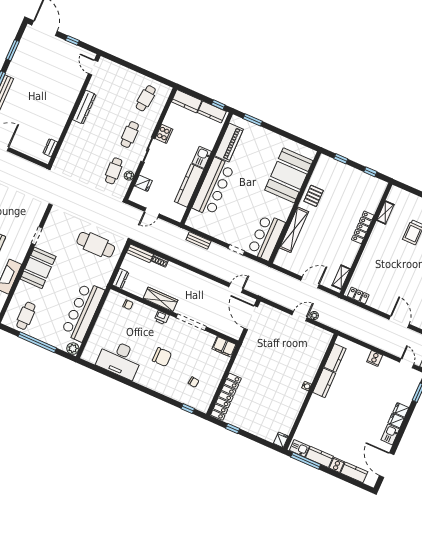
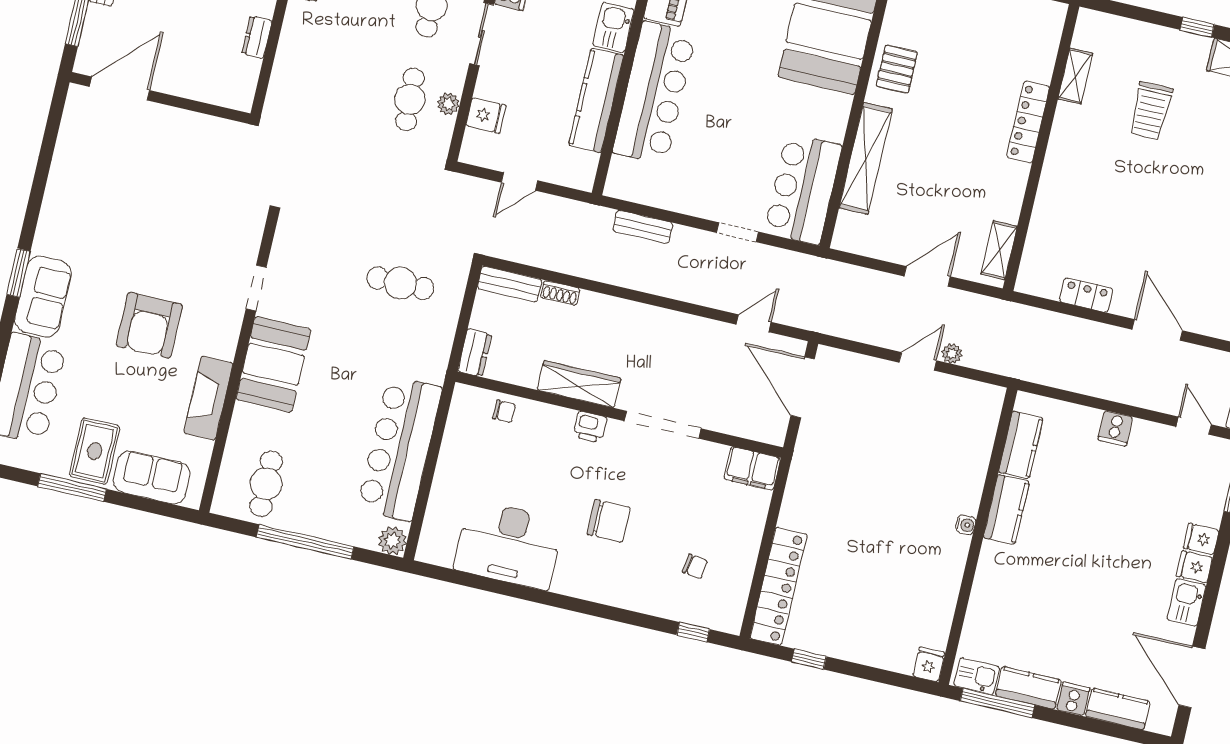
dresser: (50, 148) -> (257, 37), moved
cafe table: (96, 245) -> (400, 283), width x0.73, depth x0.74
locker: (358, 296) -> (1086, 295), moved

